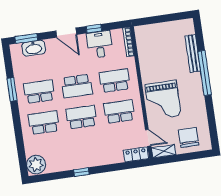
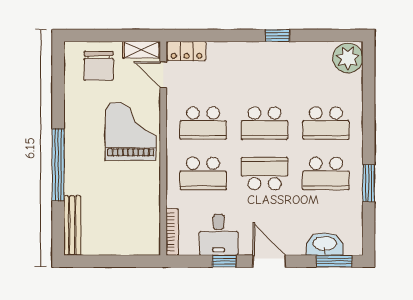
bench: (193, 54) -> (72, 225), moved

